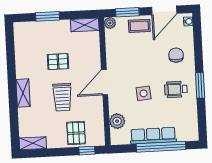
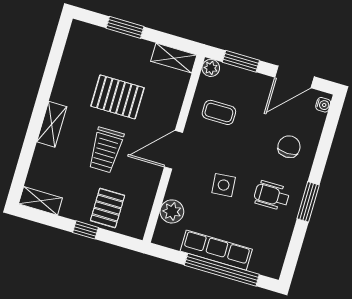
coffee table: (139, 26) -> (219, 112), moved
pallet: (58, 62) -> (117, 97), width x1.50, depth x1.42
window: (87, 151) -> (85, 230), moved

